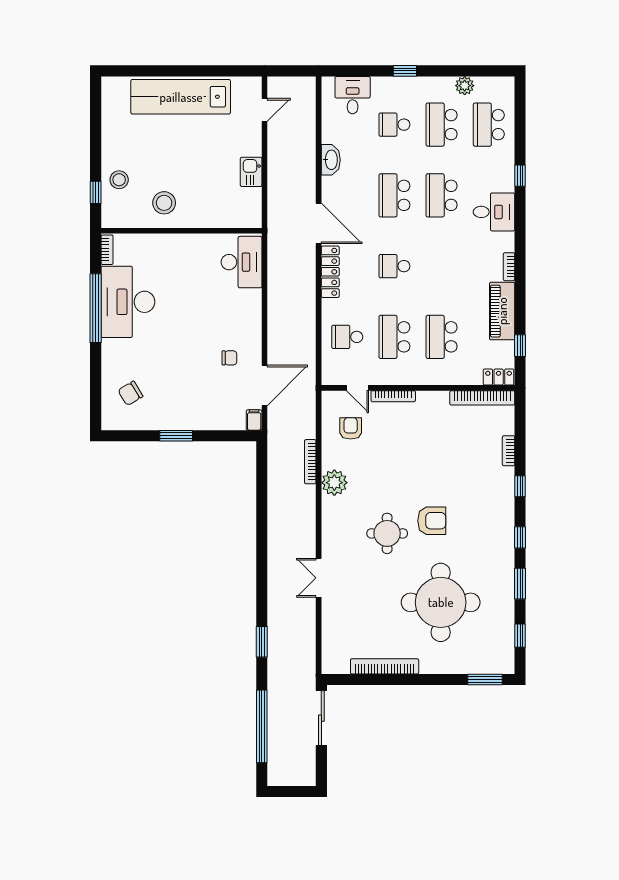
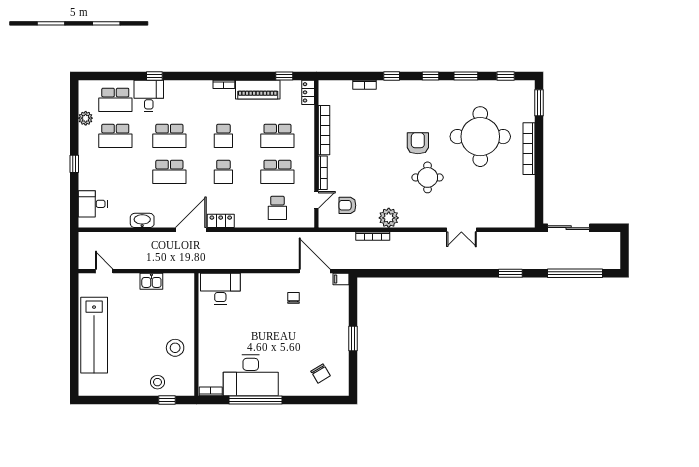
school desk: (394, 125) -> (223, 136), moved
desk: (494, 212) -> (149, 96), moved
locker: (330, 272) -> (221, 221), width x0.66
bookcase: (482, 398) -> (324, 130), moved
bookcase: (385, 666) -> (529, 149), moved

